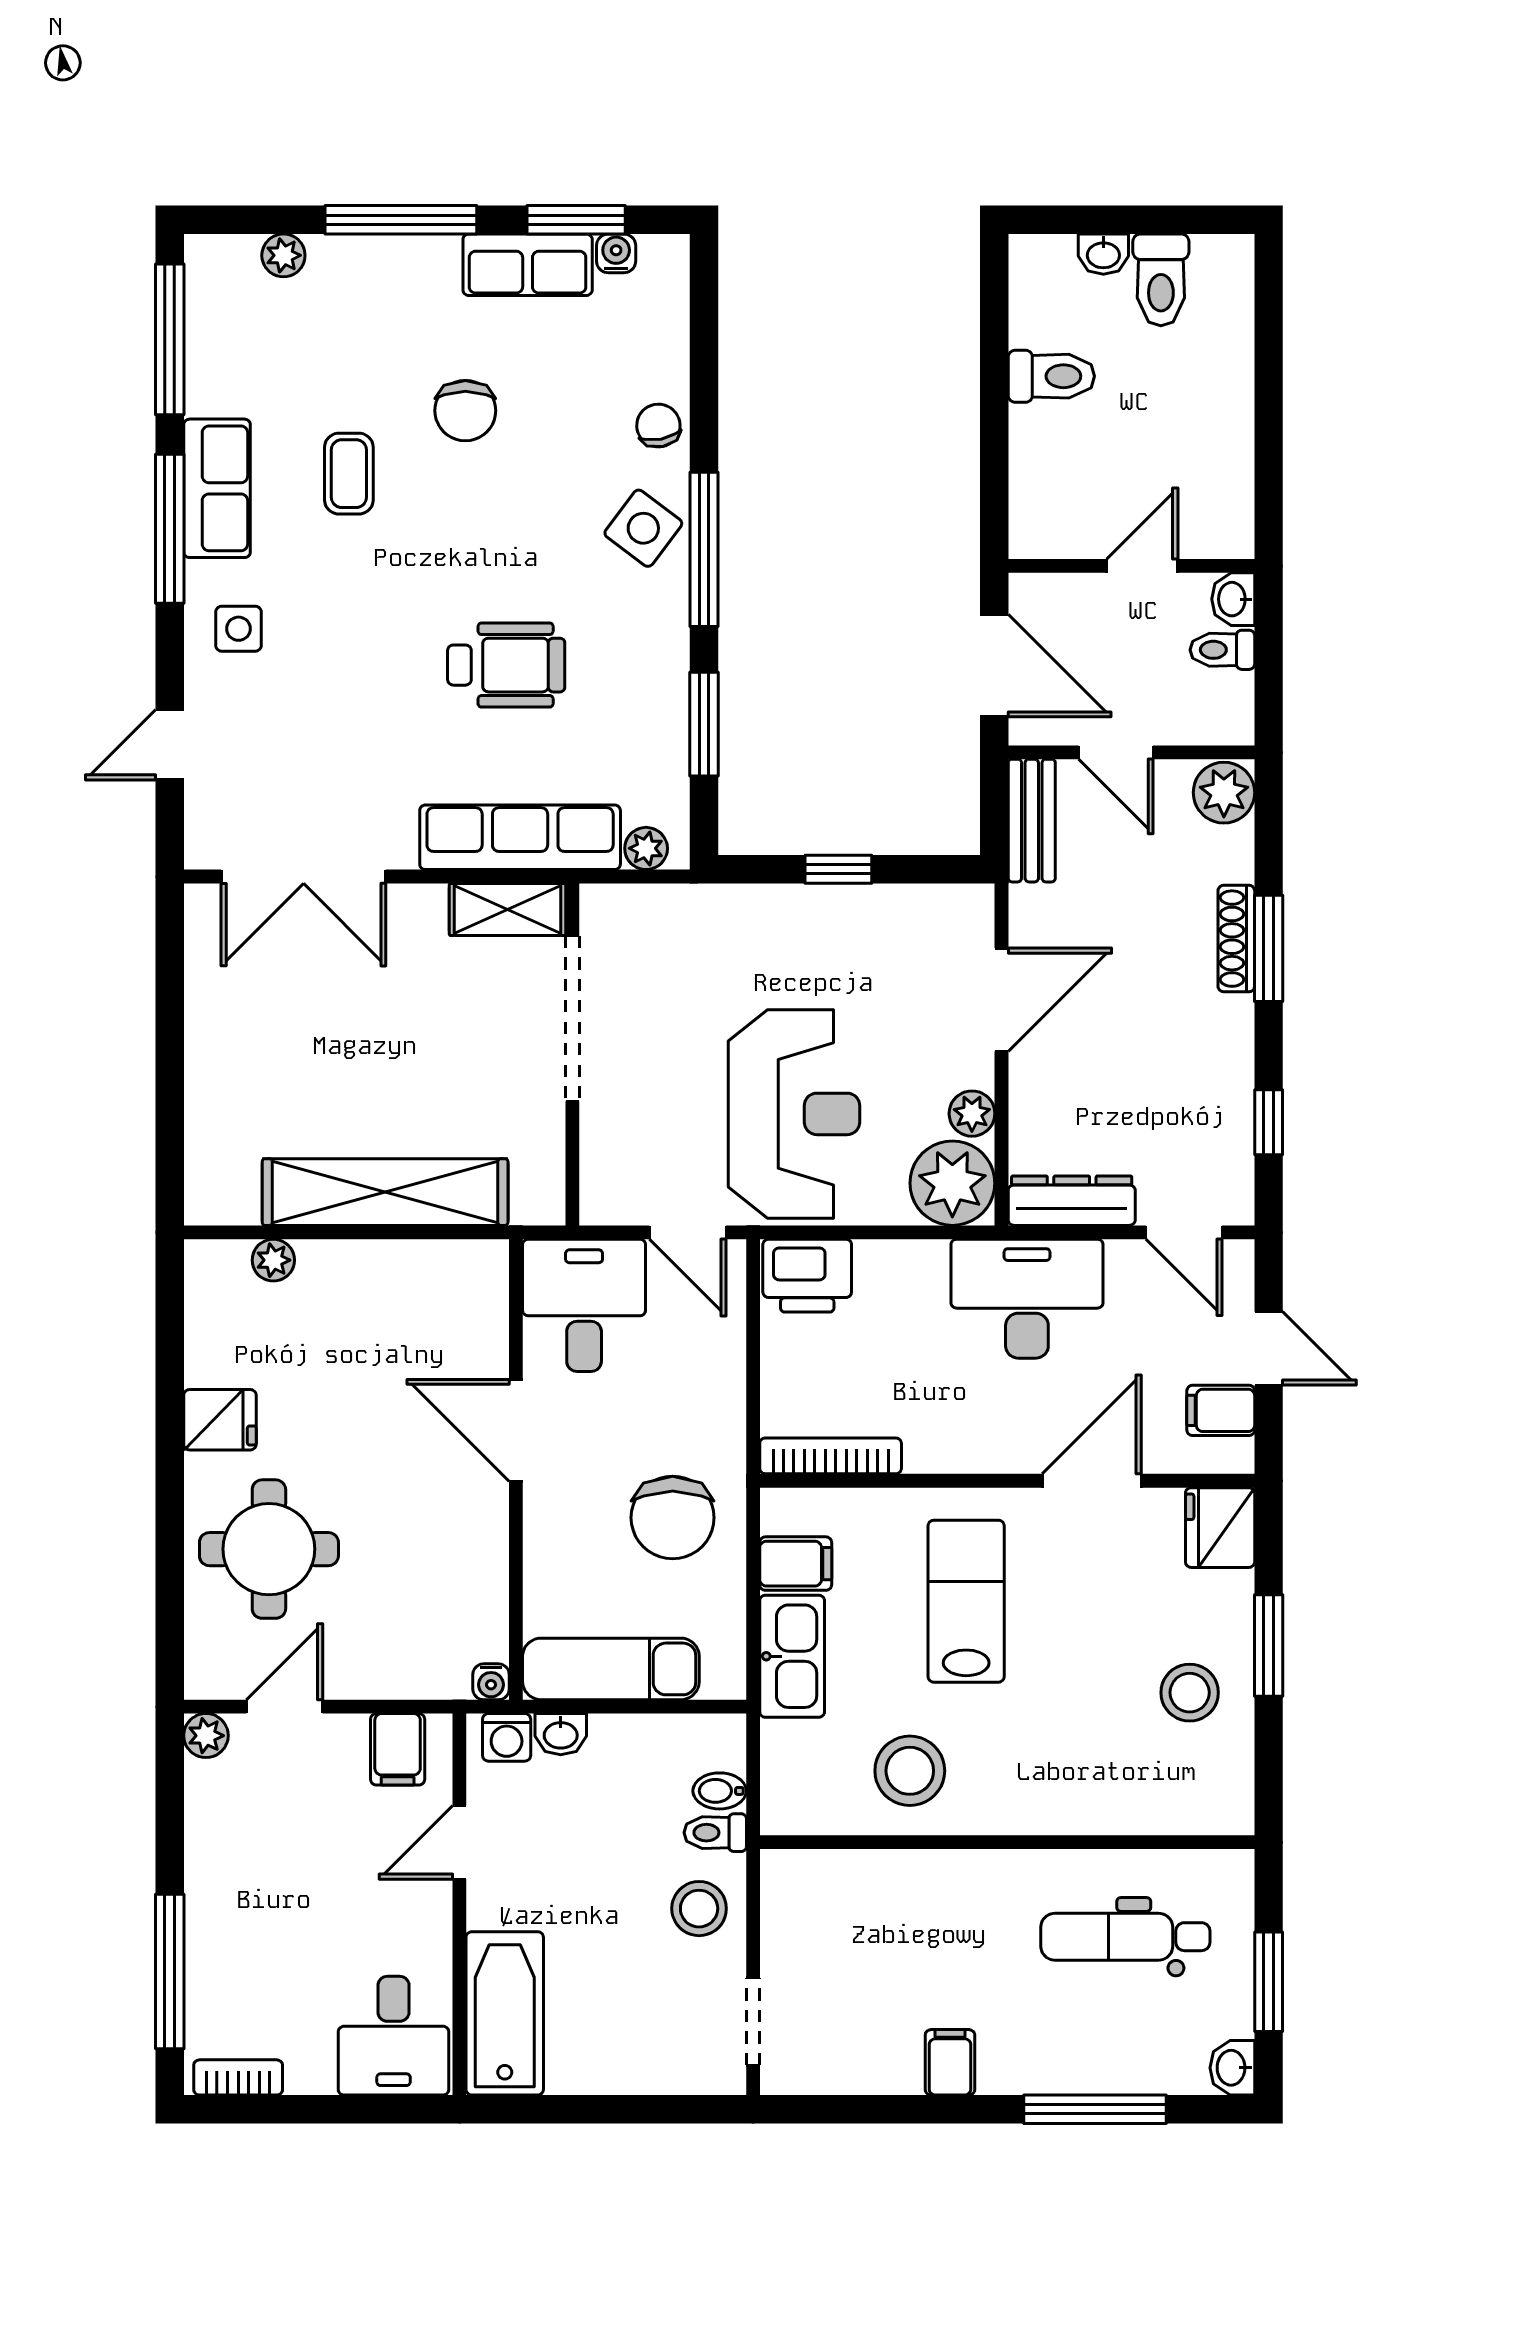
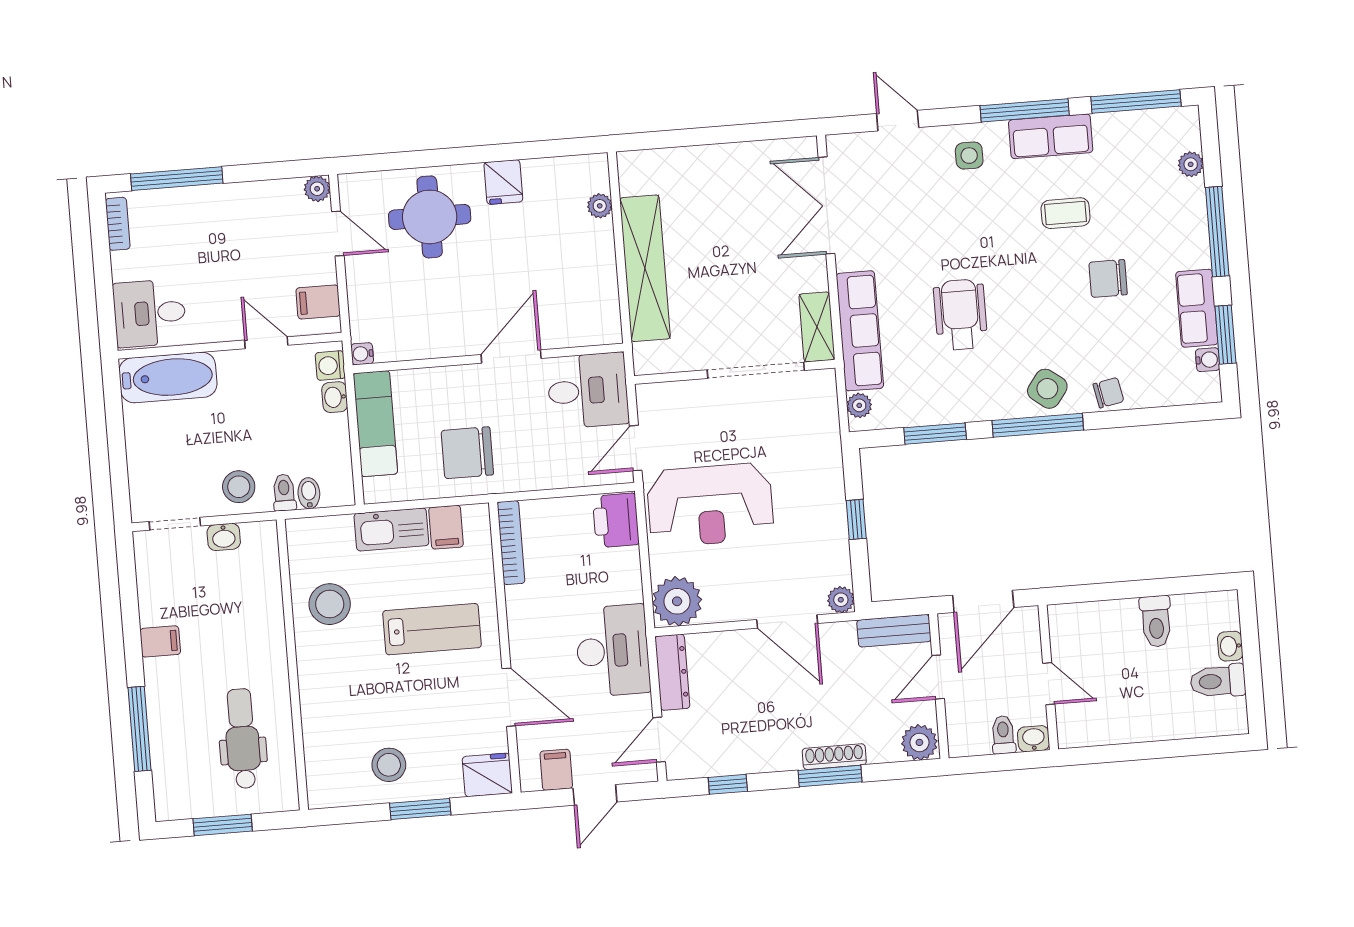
wheelchair: (506, 665) -> (960, 315), turned 180
plant: (972, 1114) -> (841, 600), moved
washbasin: (1232, 2068) -> (224, 537), moved, turned 180

